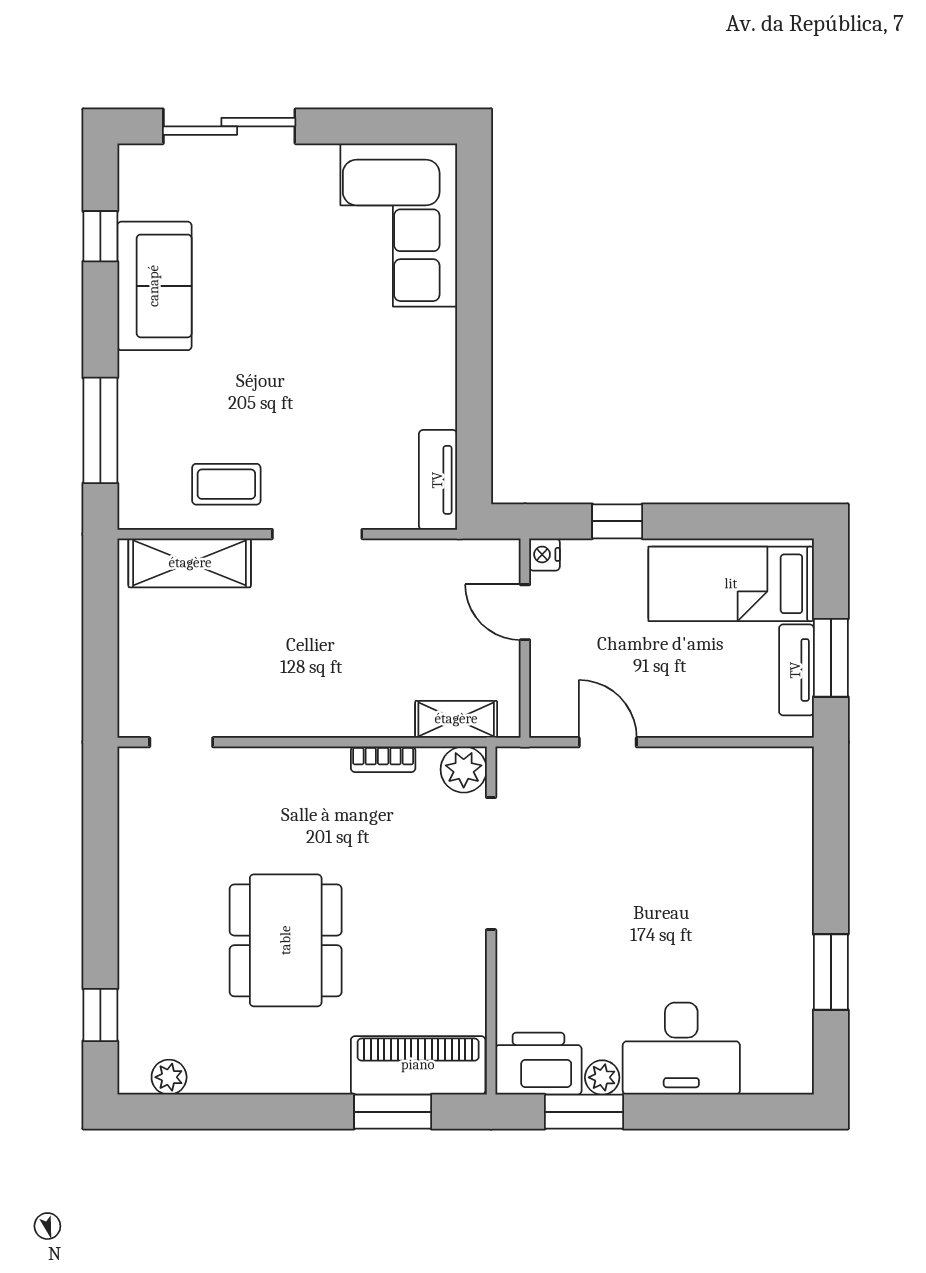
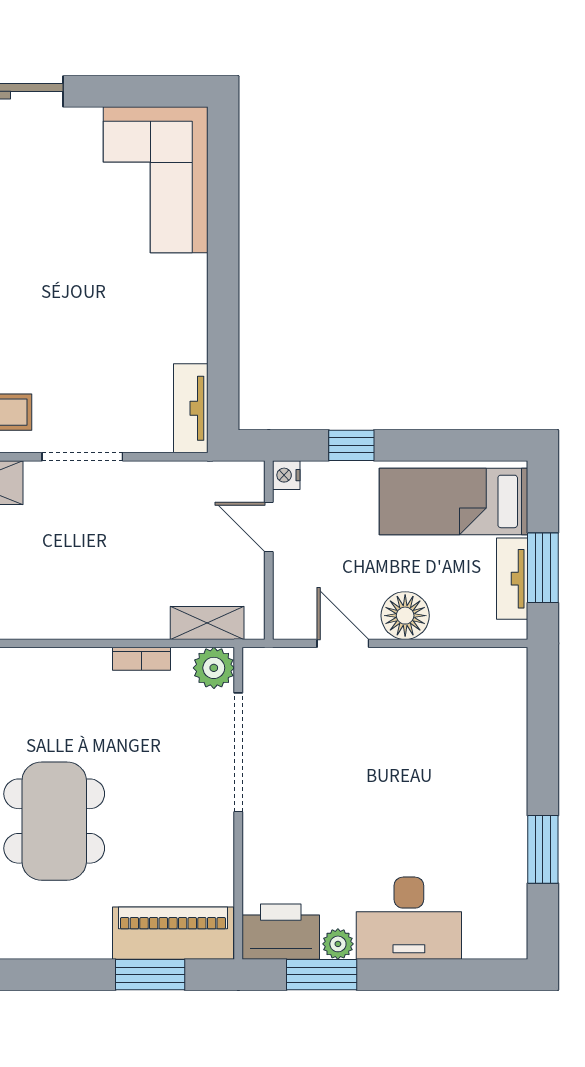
floor lamp: (677, 711) -> (405, 616), added

